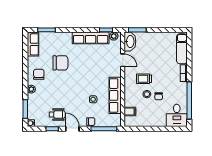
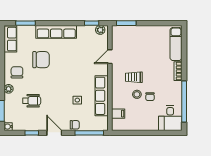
row of seats: (91, 38) -> (56, 32), moved
washbasin: (130, 42) -> (118, 36), removed
door: (123, 60) -> (110, 57), swing flipped
wheelchair: (57, 115) -> (32, 101), moved

